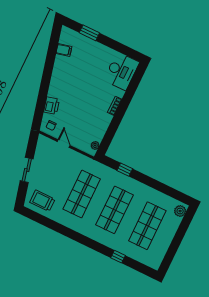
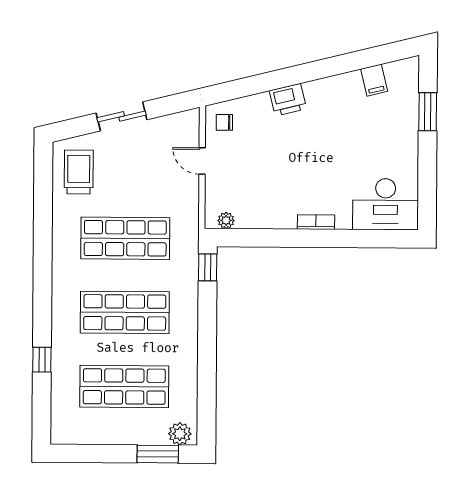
printer: (52, 106) -> (288, 100), moved
door: (64, 144) -> (202, 161), swing flipped
window: (125, 170) -> (208, 267), moved
window: (184, 225) -> (158, 454), added

